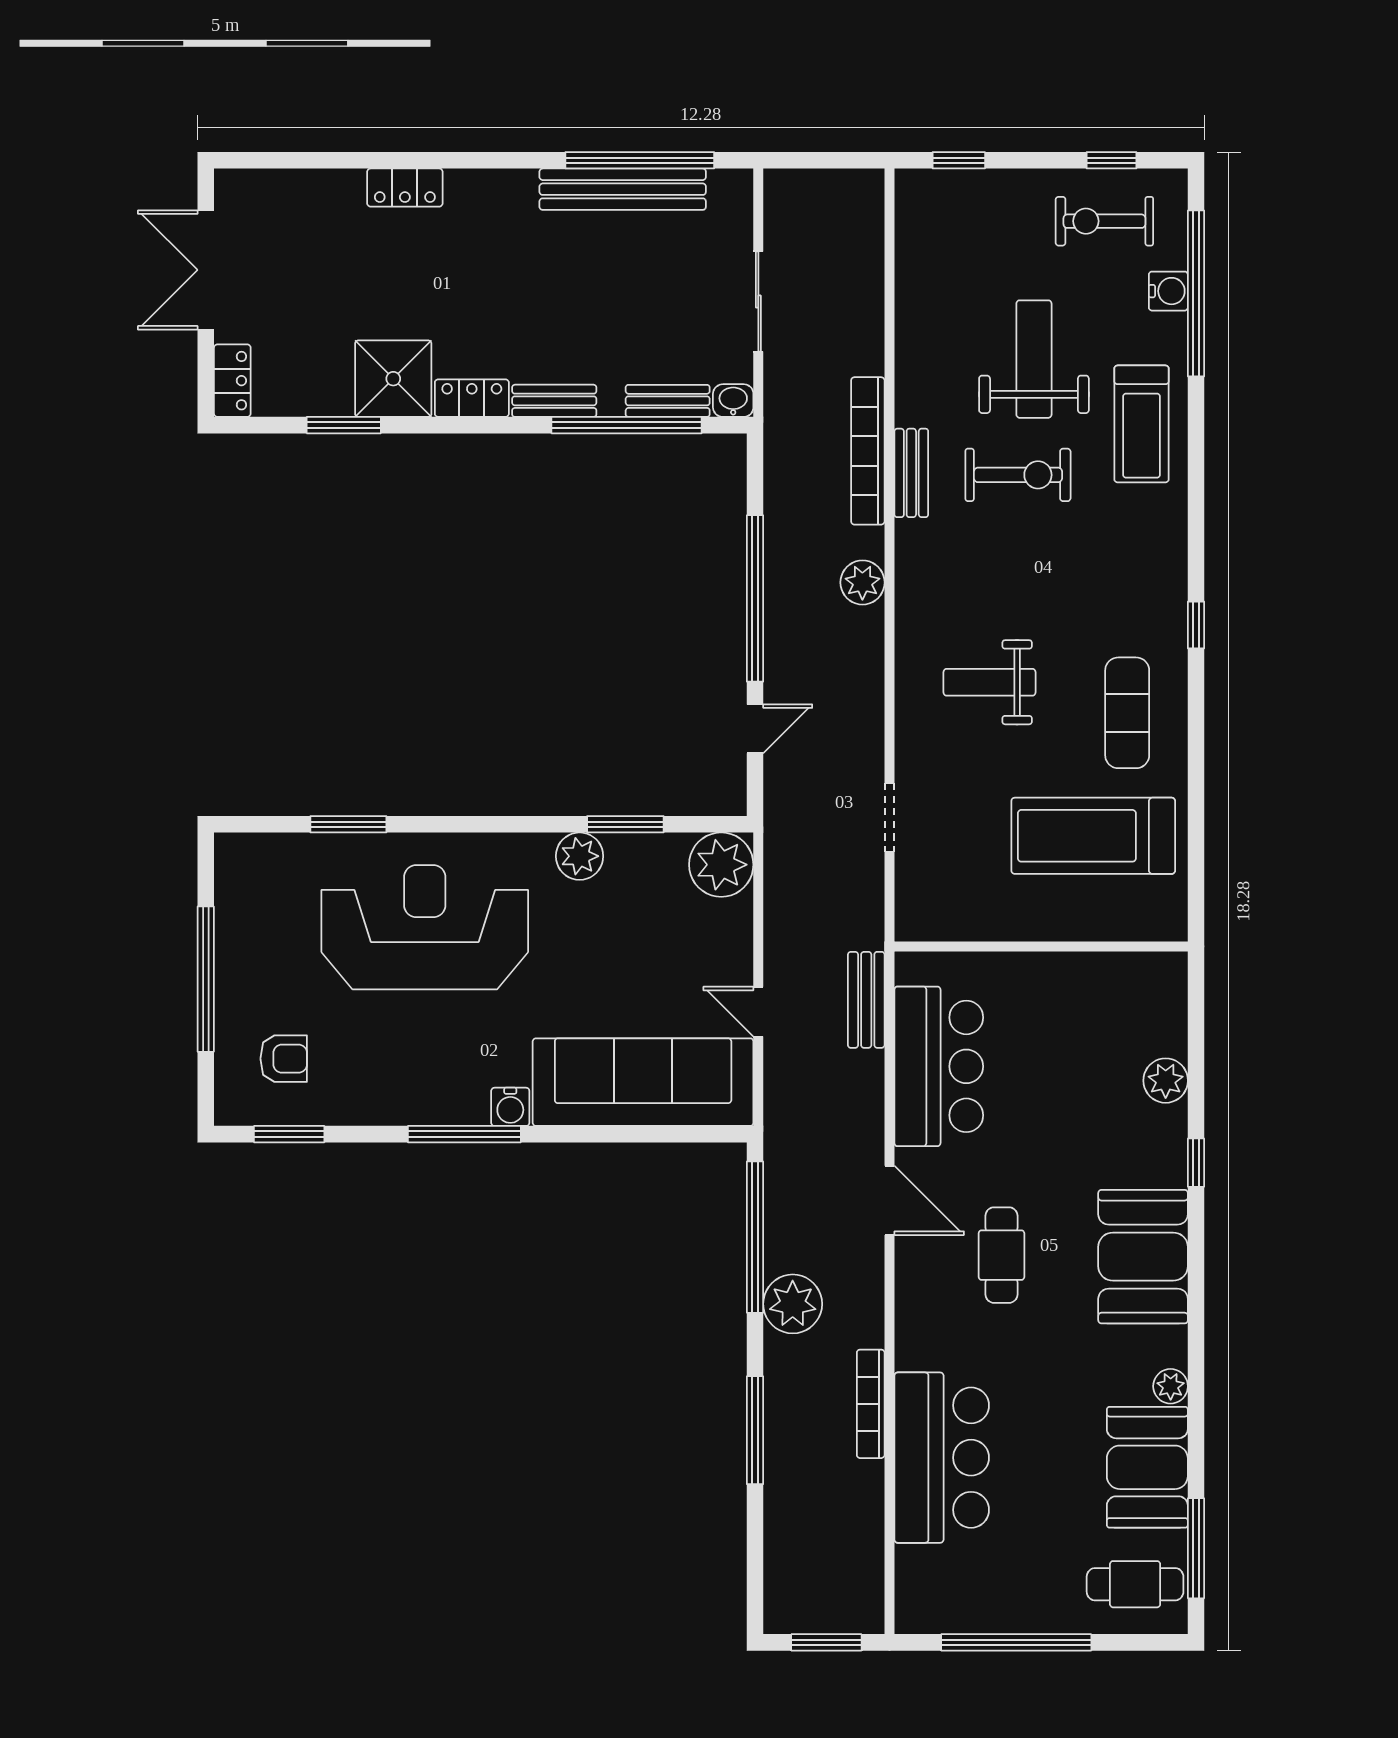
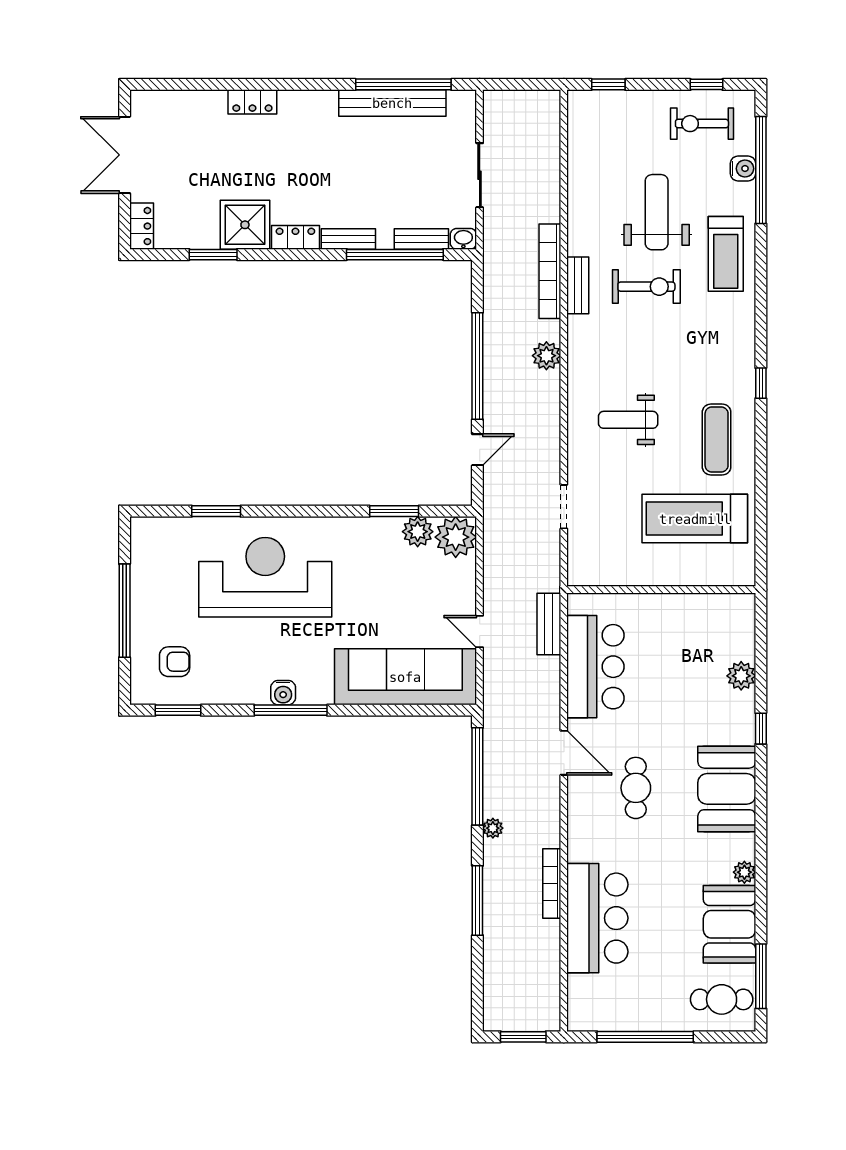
plant: (580, 856) -> (418, 532), moved
water cooler: (510, 1107) -> (283, 693), moved
plant: (793, 1304) -> (493, 828), width x0.53, depth x0.53

